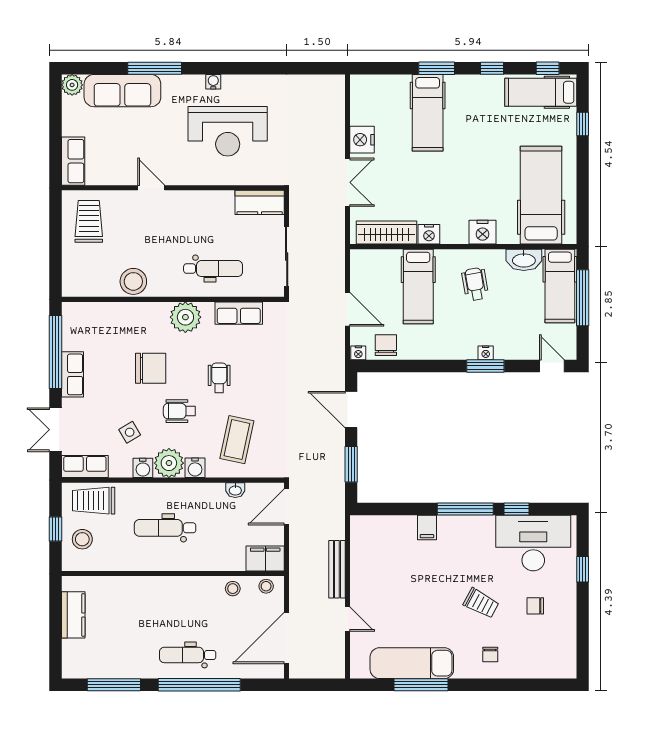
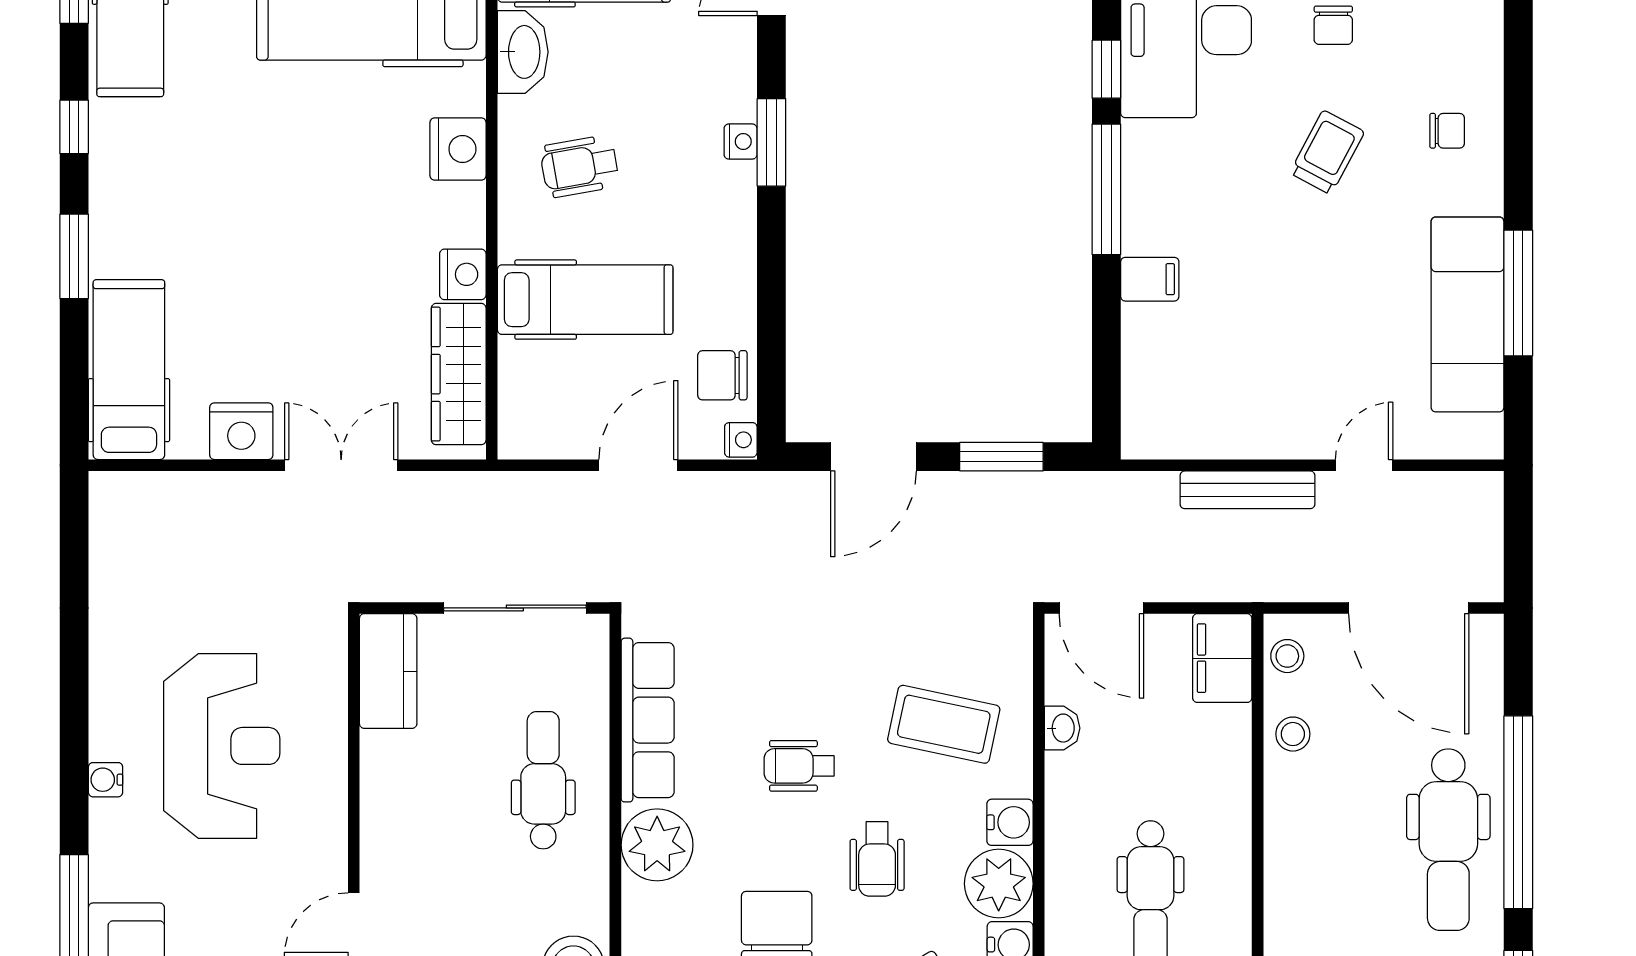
hospital bed: (428, 113) -> (129, 370), moved, turned -90
row of seats: (239, 313) -> (648, 720), width x1.48
dental chair: (188, 655) -> (1448, 840), width x1.36, depth x1.38

